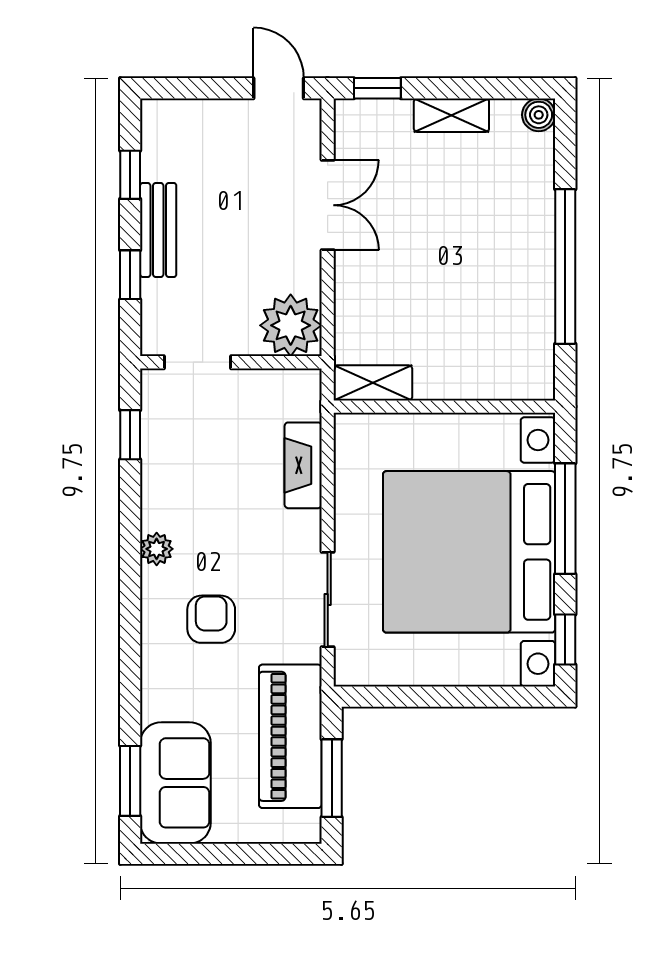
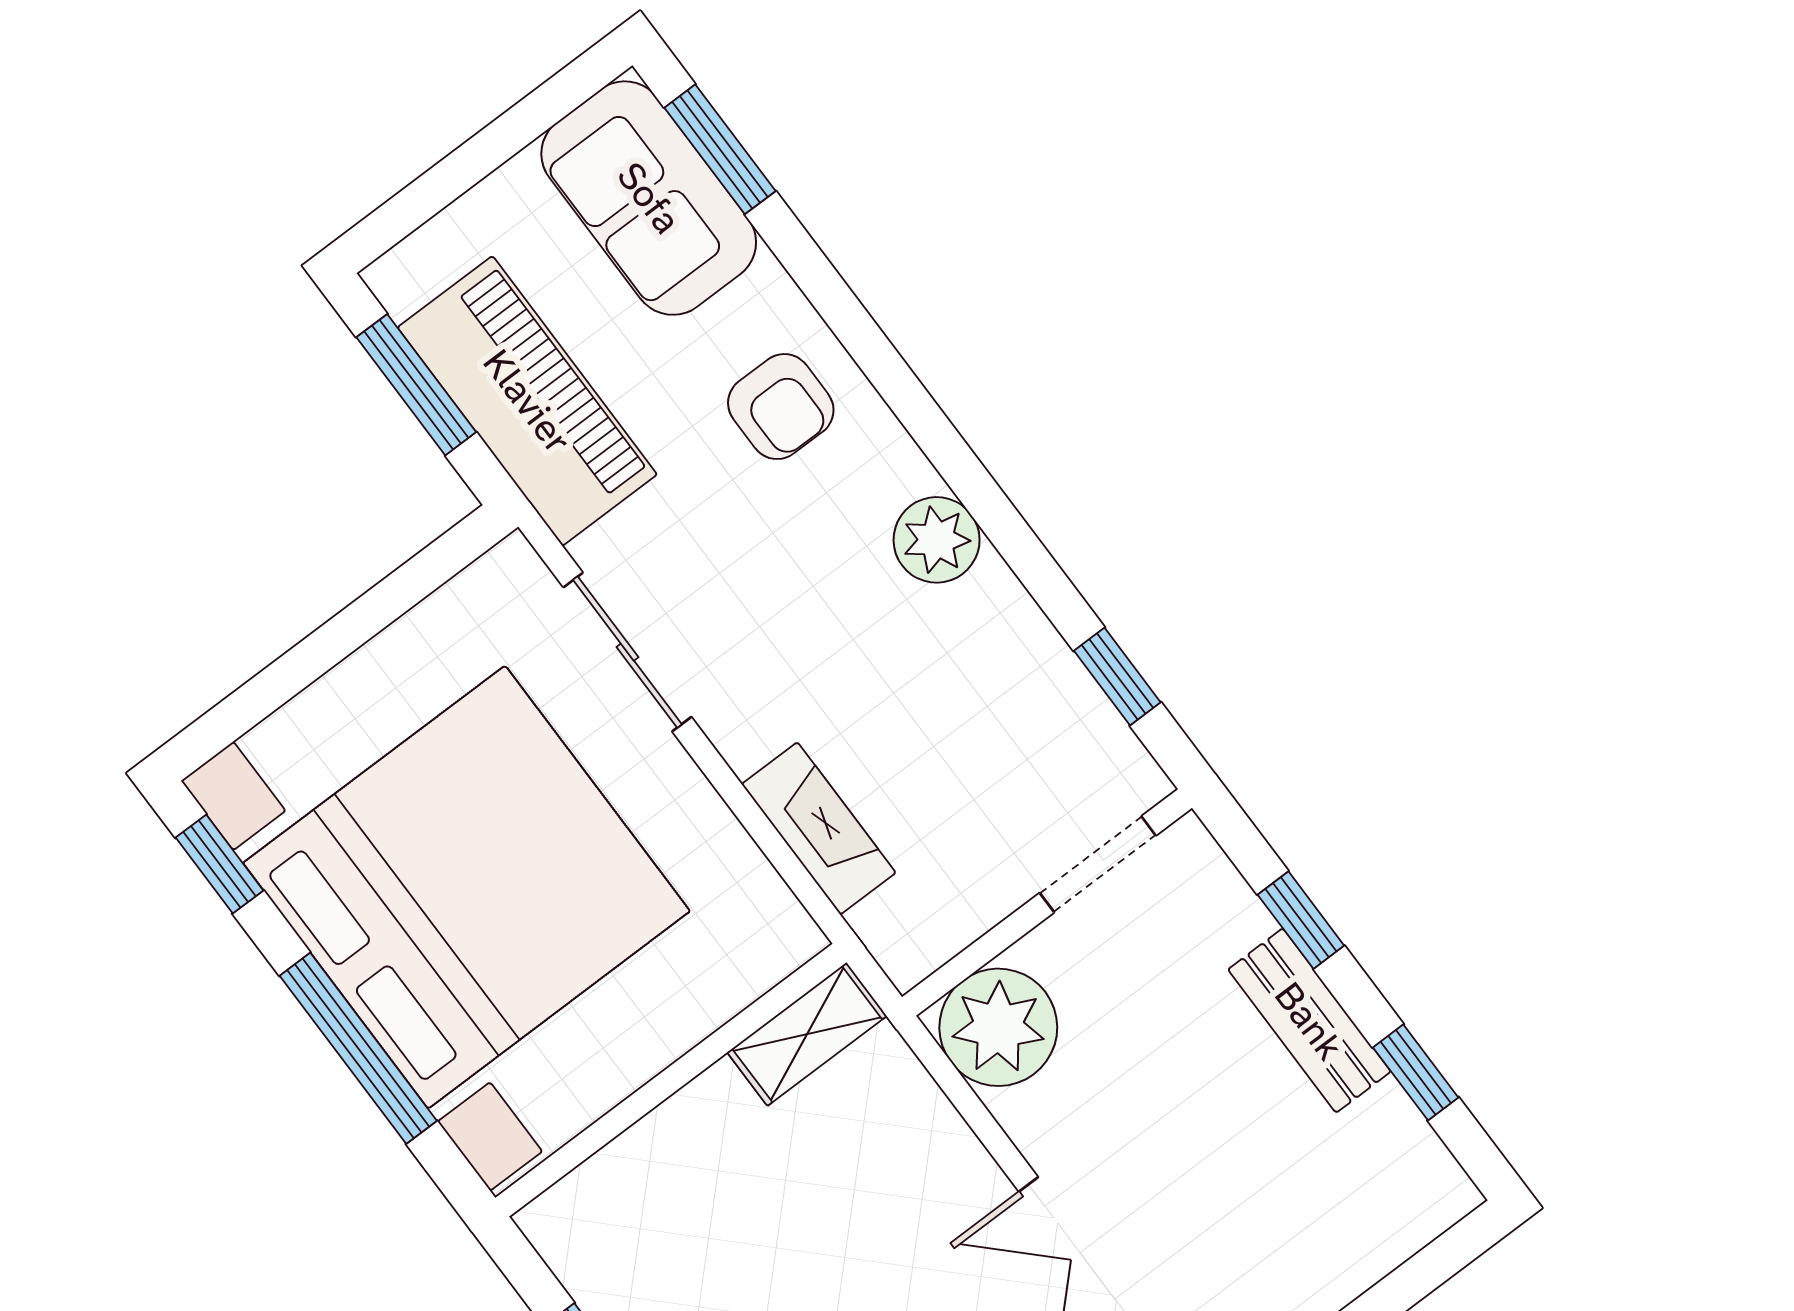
plant: (157, 549) -> (937, 540), width x1.38, depth x1.38
armchair: (211, 619) -> (781, 407), moved

